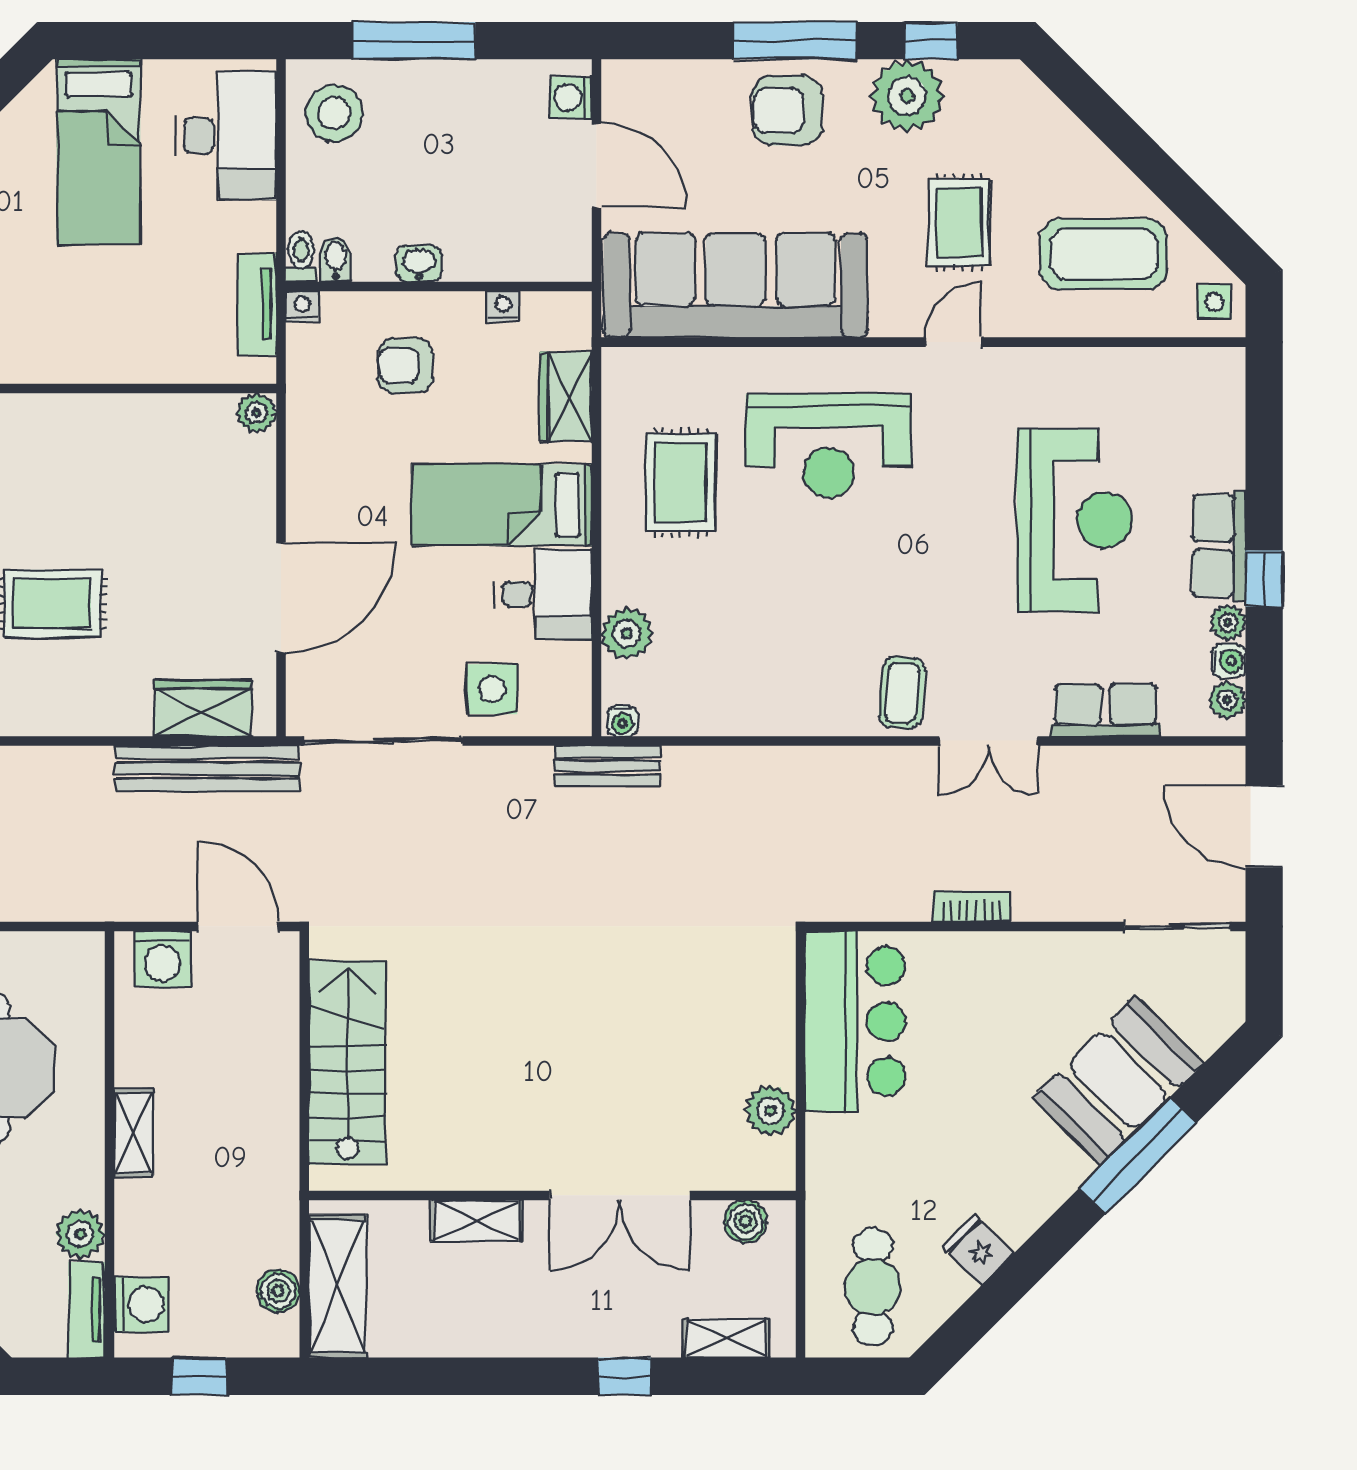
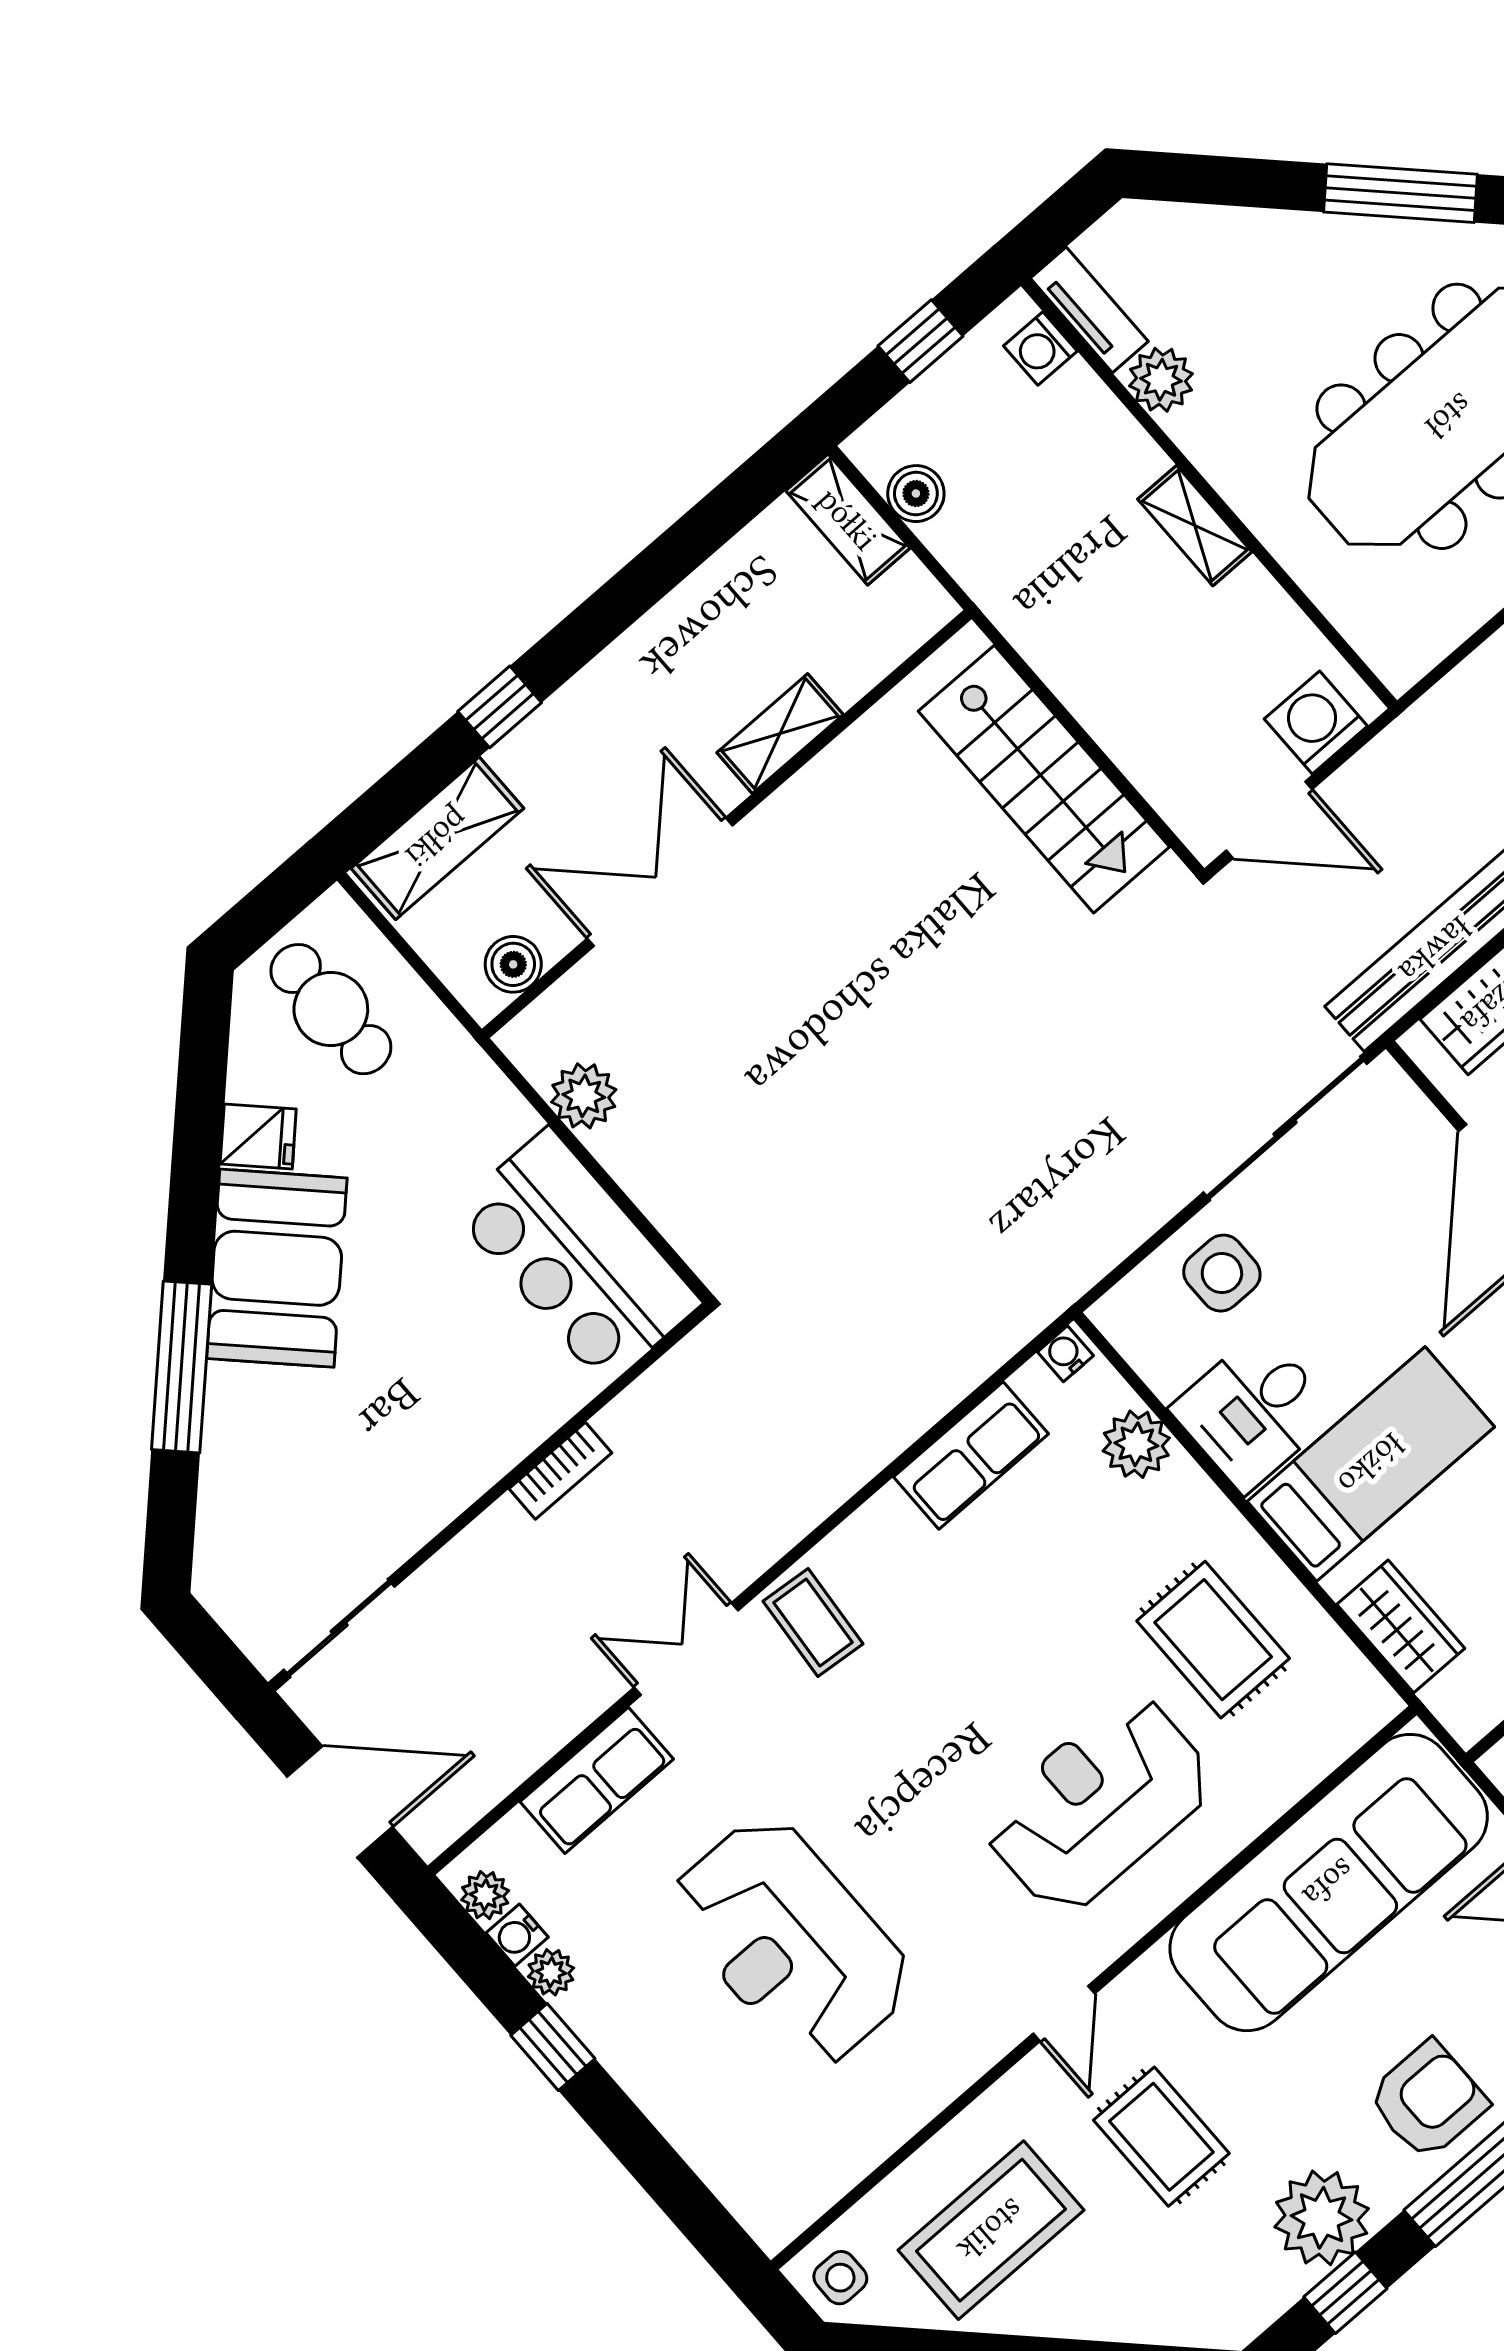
row of seats: (1219, 546) -> (971, 1455), moved, turned 90
bench: (607, 766) -> (1042, 1297), removed
booth: (1118, 1080) -> (277, 1268), moved
shelving: (337, 1286) -> (848, 519), width x0.67, depth x0.75
washing machine: (142, 1305) -> (1040, 349), width x0.73, depth x0.73
shelving: (726, 1338) -> (437, 838), width x1.50, depth x1.33

